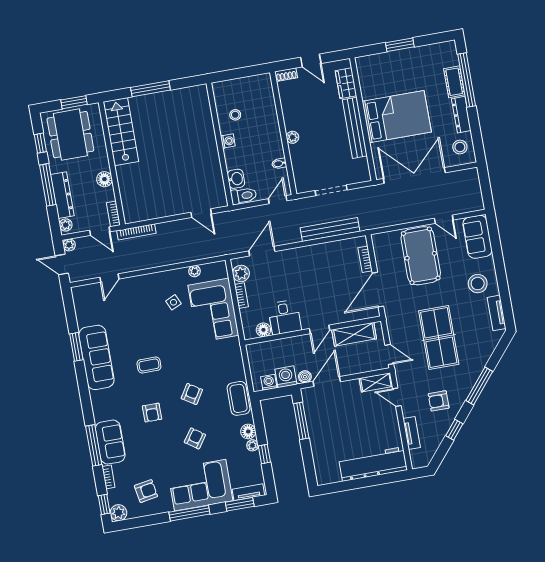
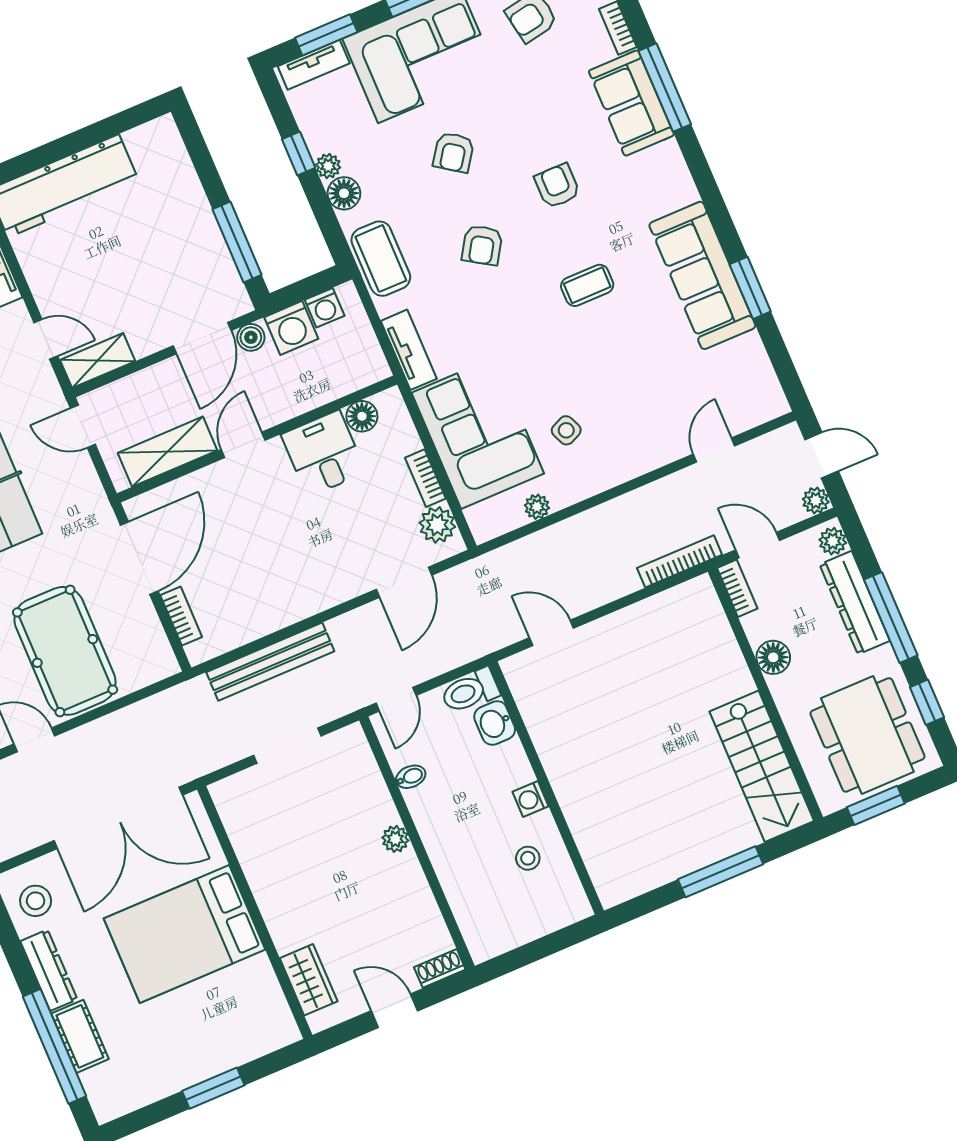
bench: (355, 128) -> (268, 890), removed
tv unit: (236, 355) -> (409, 350), added

